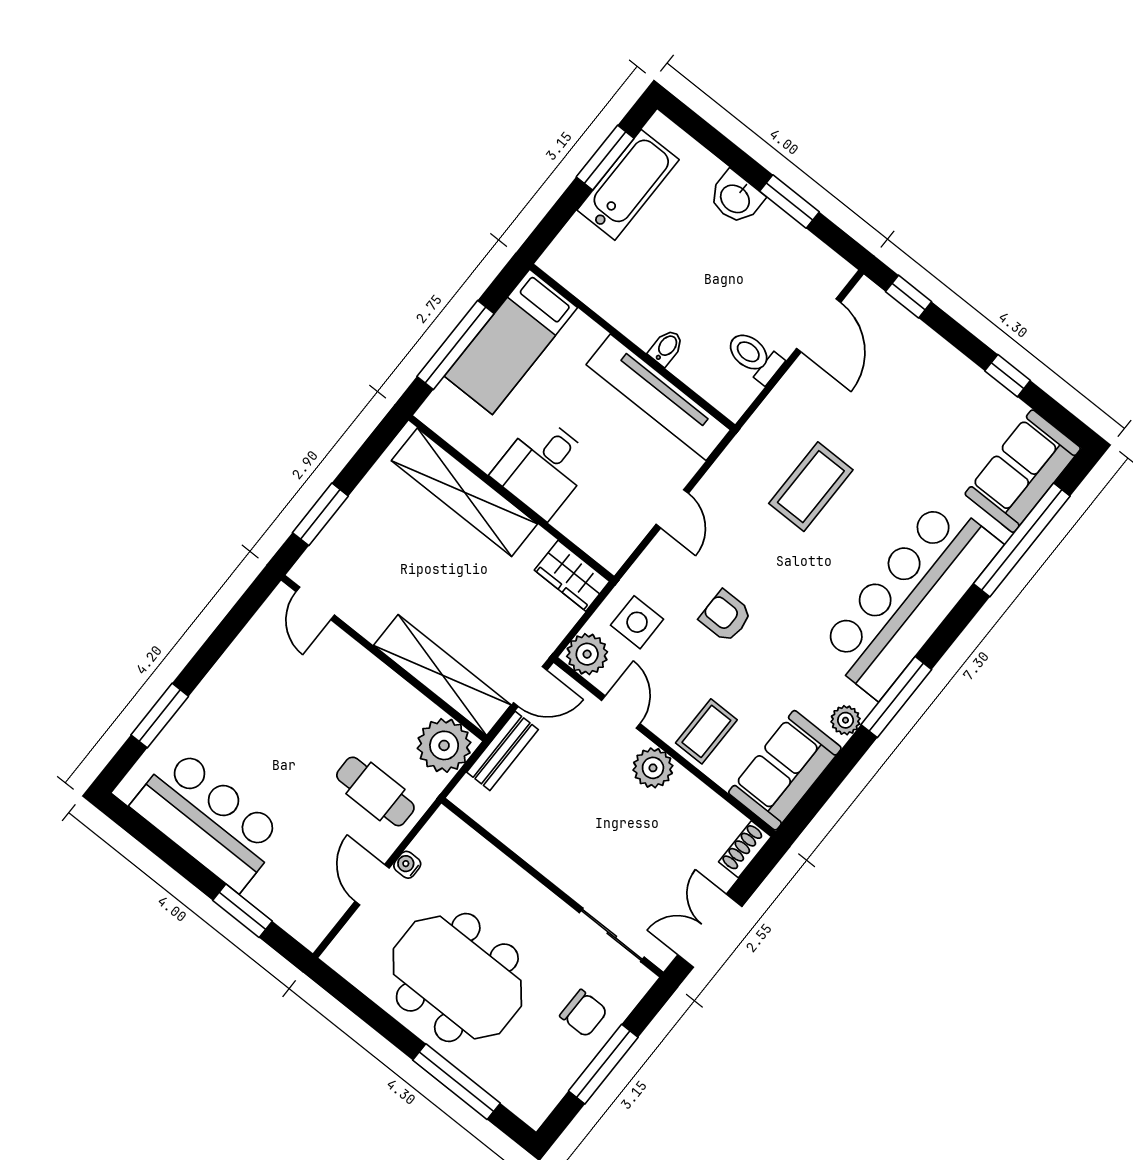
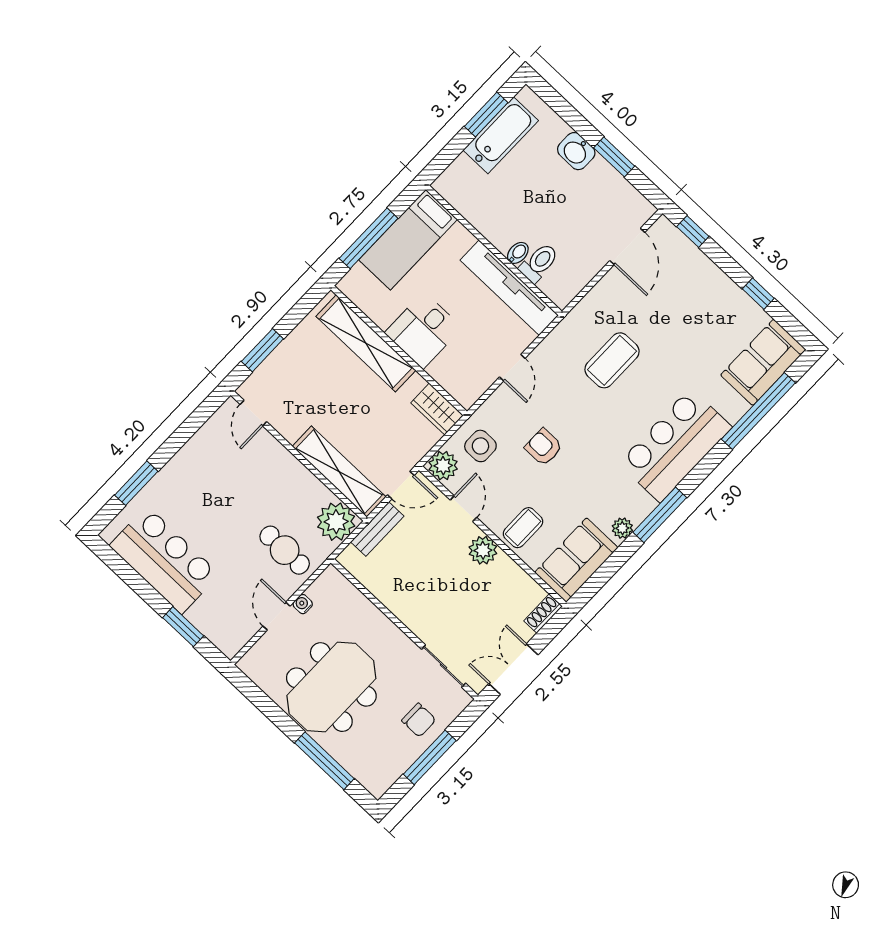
toilet: (754, 357) -> (539, 263), moved, turned 90
bar counter: (910, 598) -> (675, 445), width x0.73
meeting table: (457, 977) -> (331, 687), turned 90

